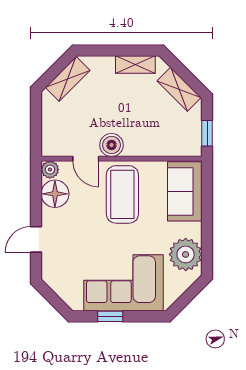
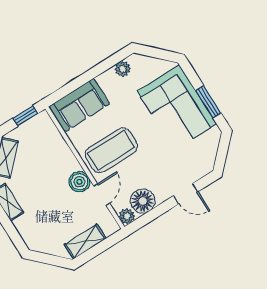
shelving: (68, 79) -> (85, 241), moved, turned -45
plant: (186, 254) -> (123, 69), width x0.53, depth x0.53
window: (110, 316) -> (208, 102), width x1.50

